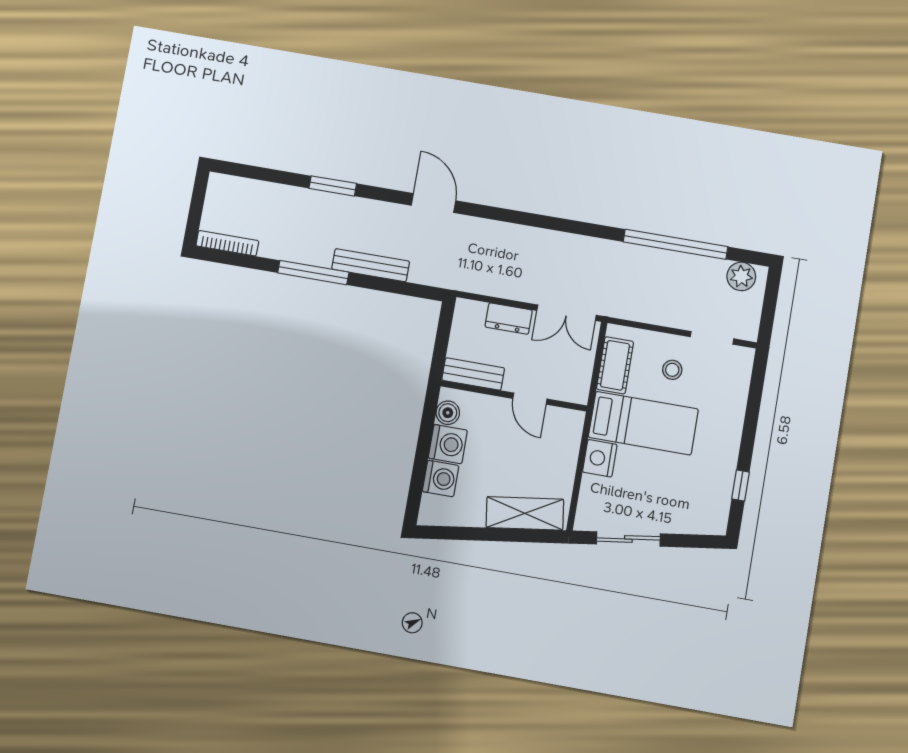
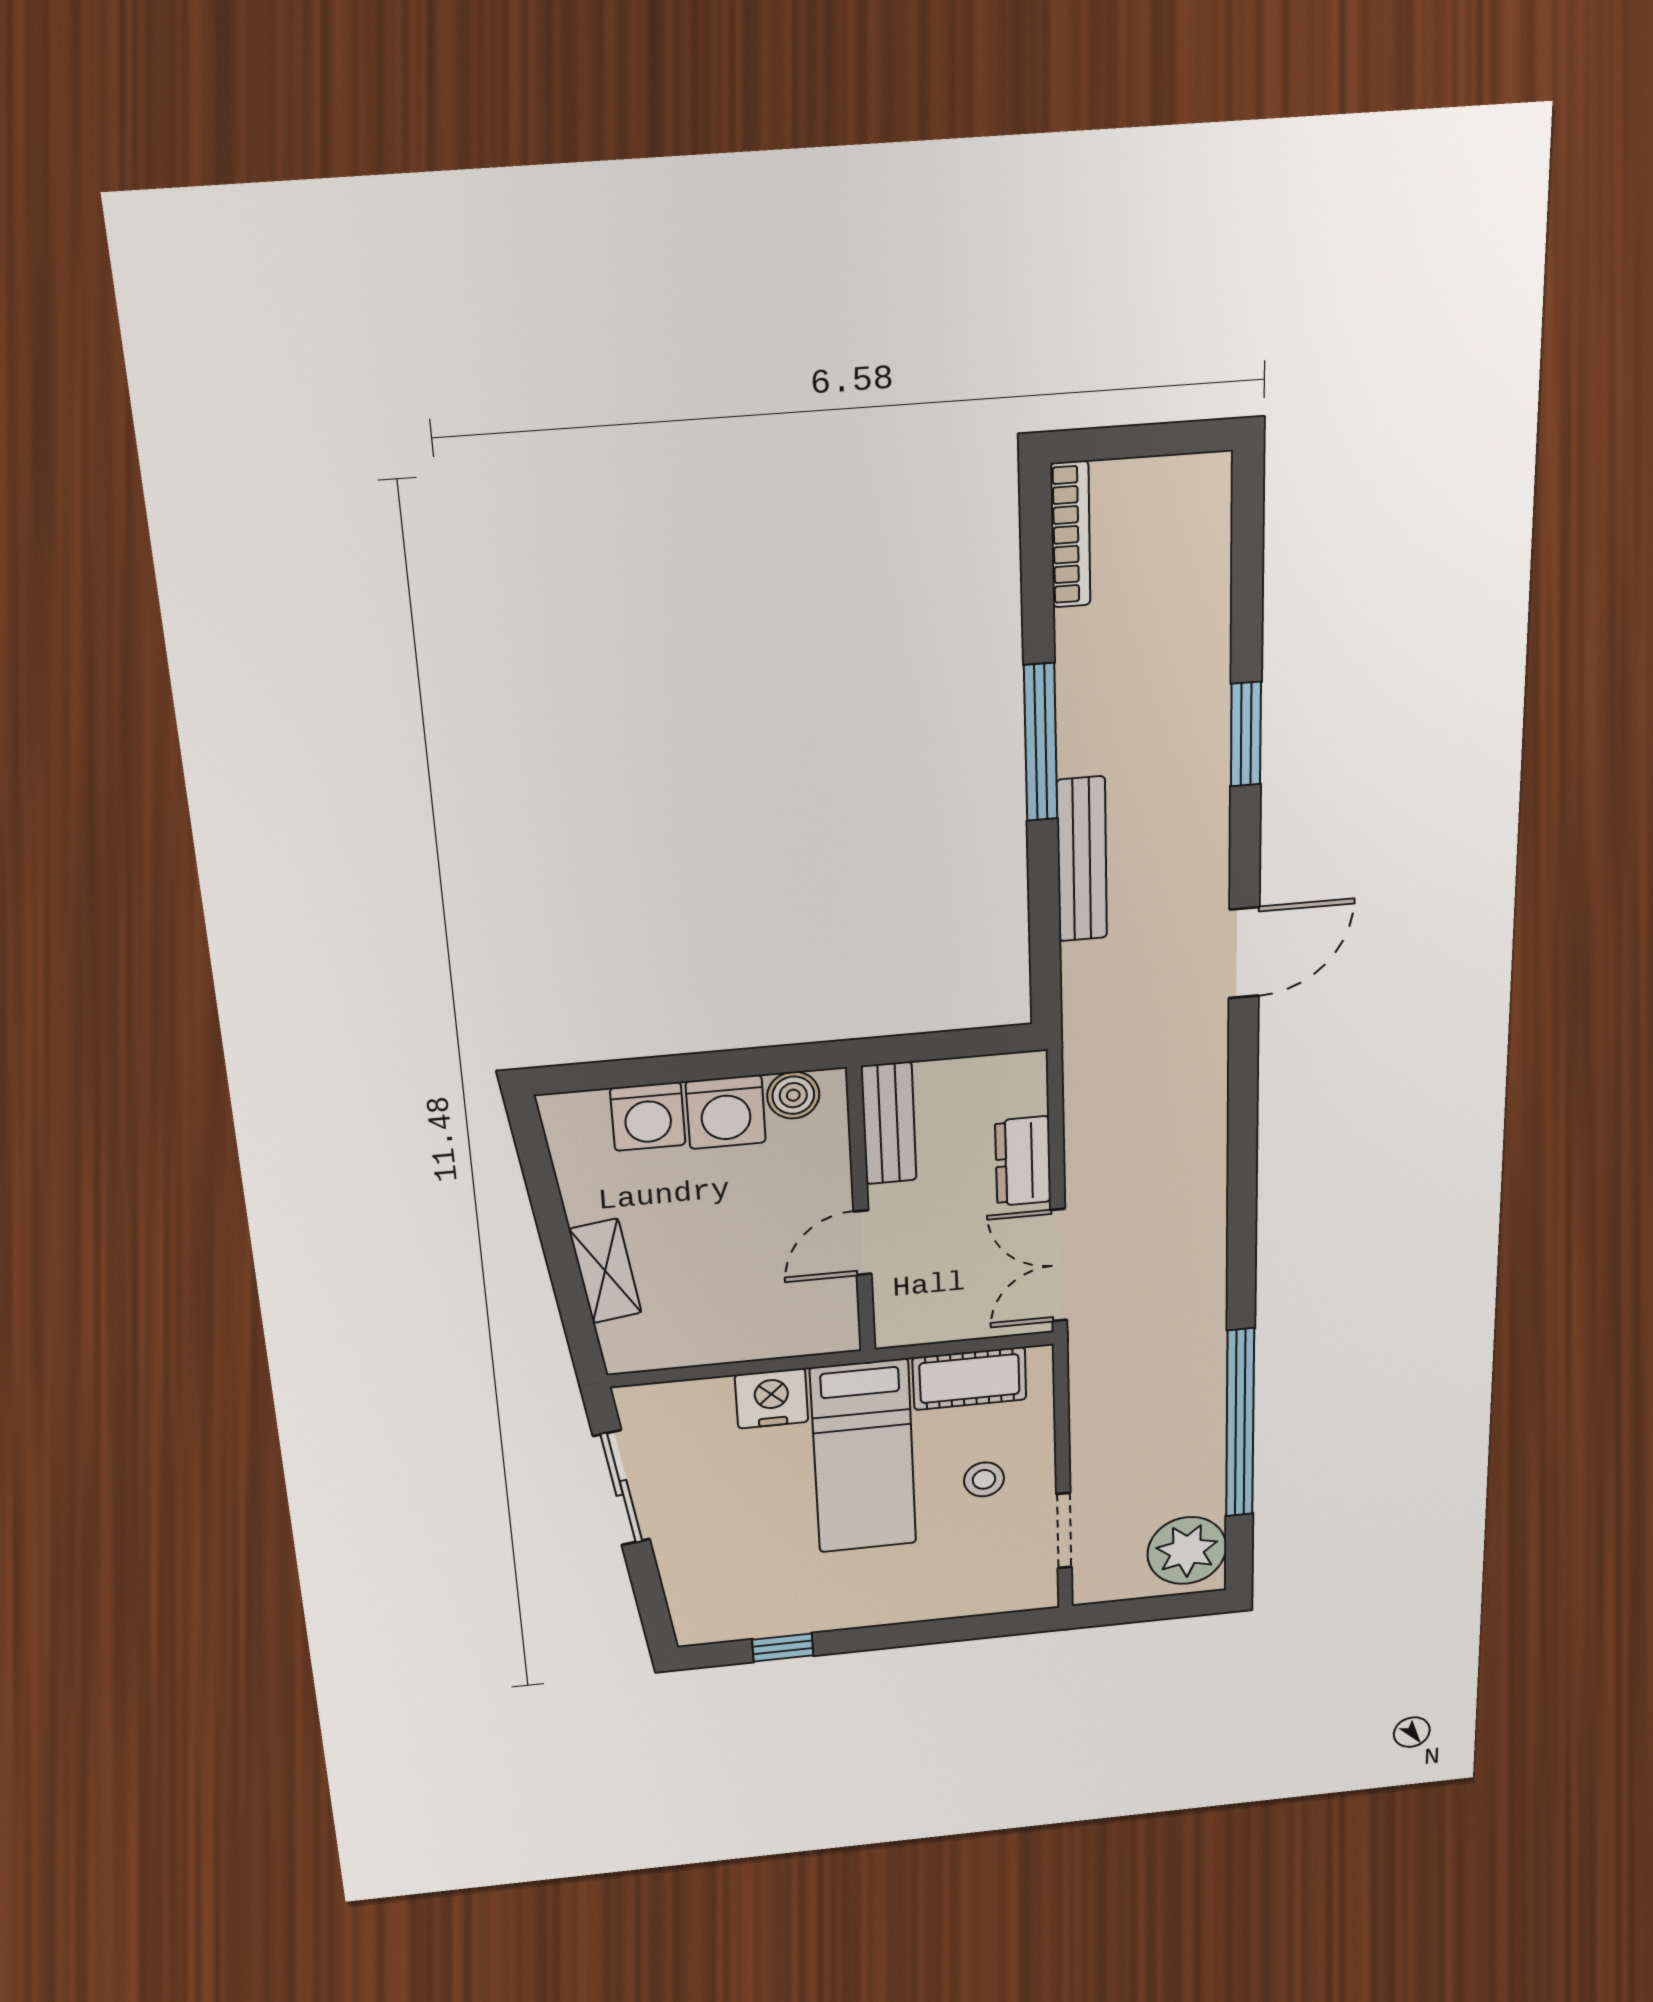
plant: (741, 276) -> (1187, 1551), width x1.36, depth x1.36
shelving: (525, 513) -> (605, 1271), width x0.67, depth x0.75

